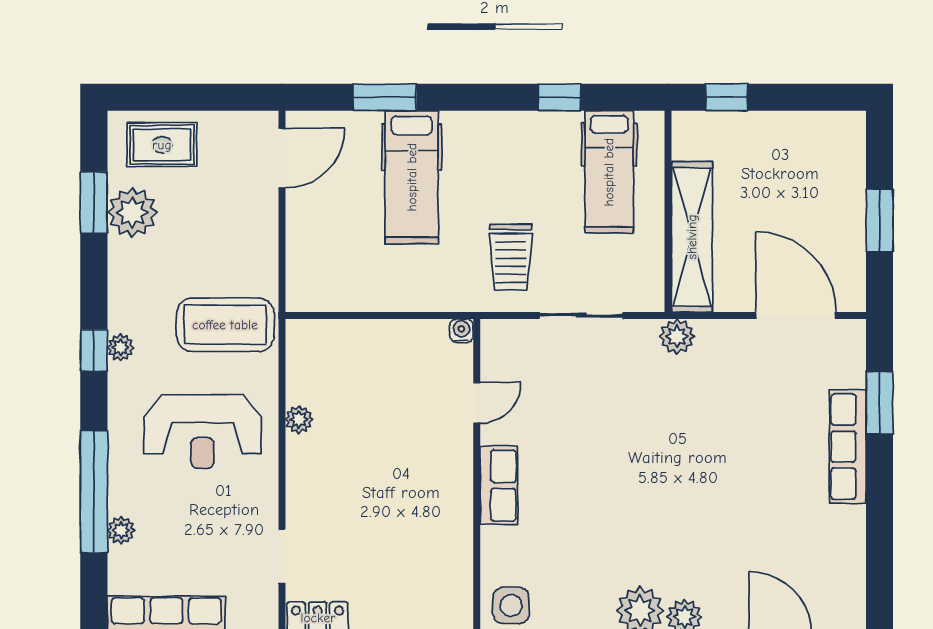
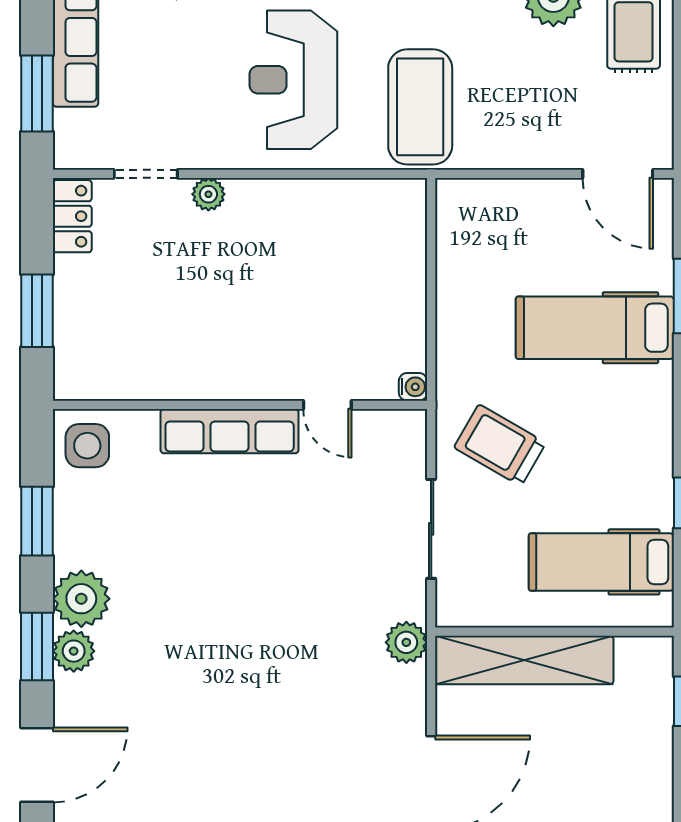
trolley: (511, 257) -> (500, 445), turned 30
plant: (299, 420) -> (208, 194), moved
row of seats: (499, 485) -> (230, 431), width x1.48

